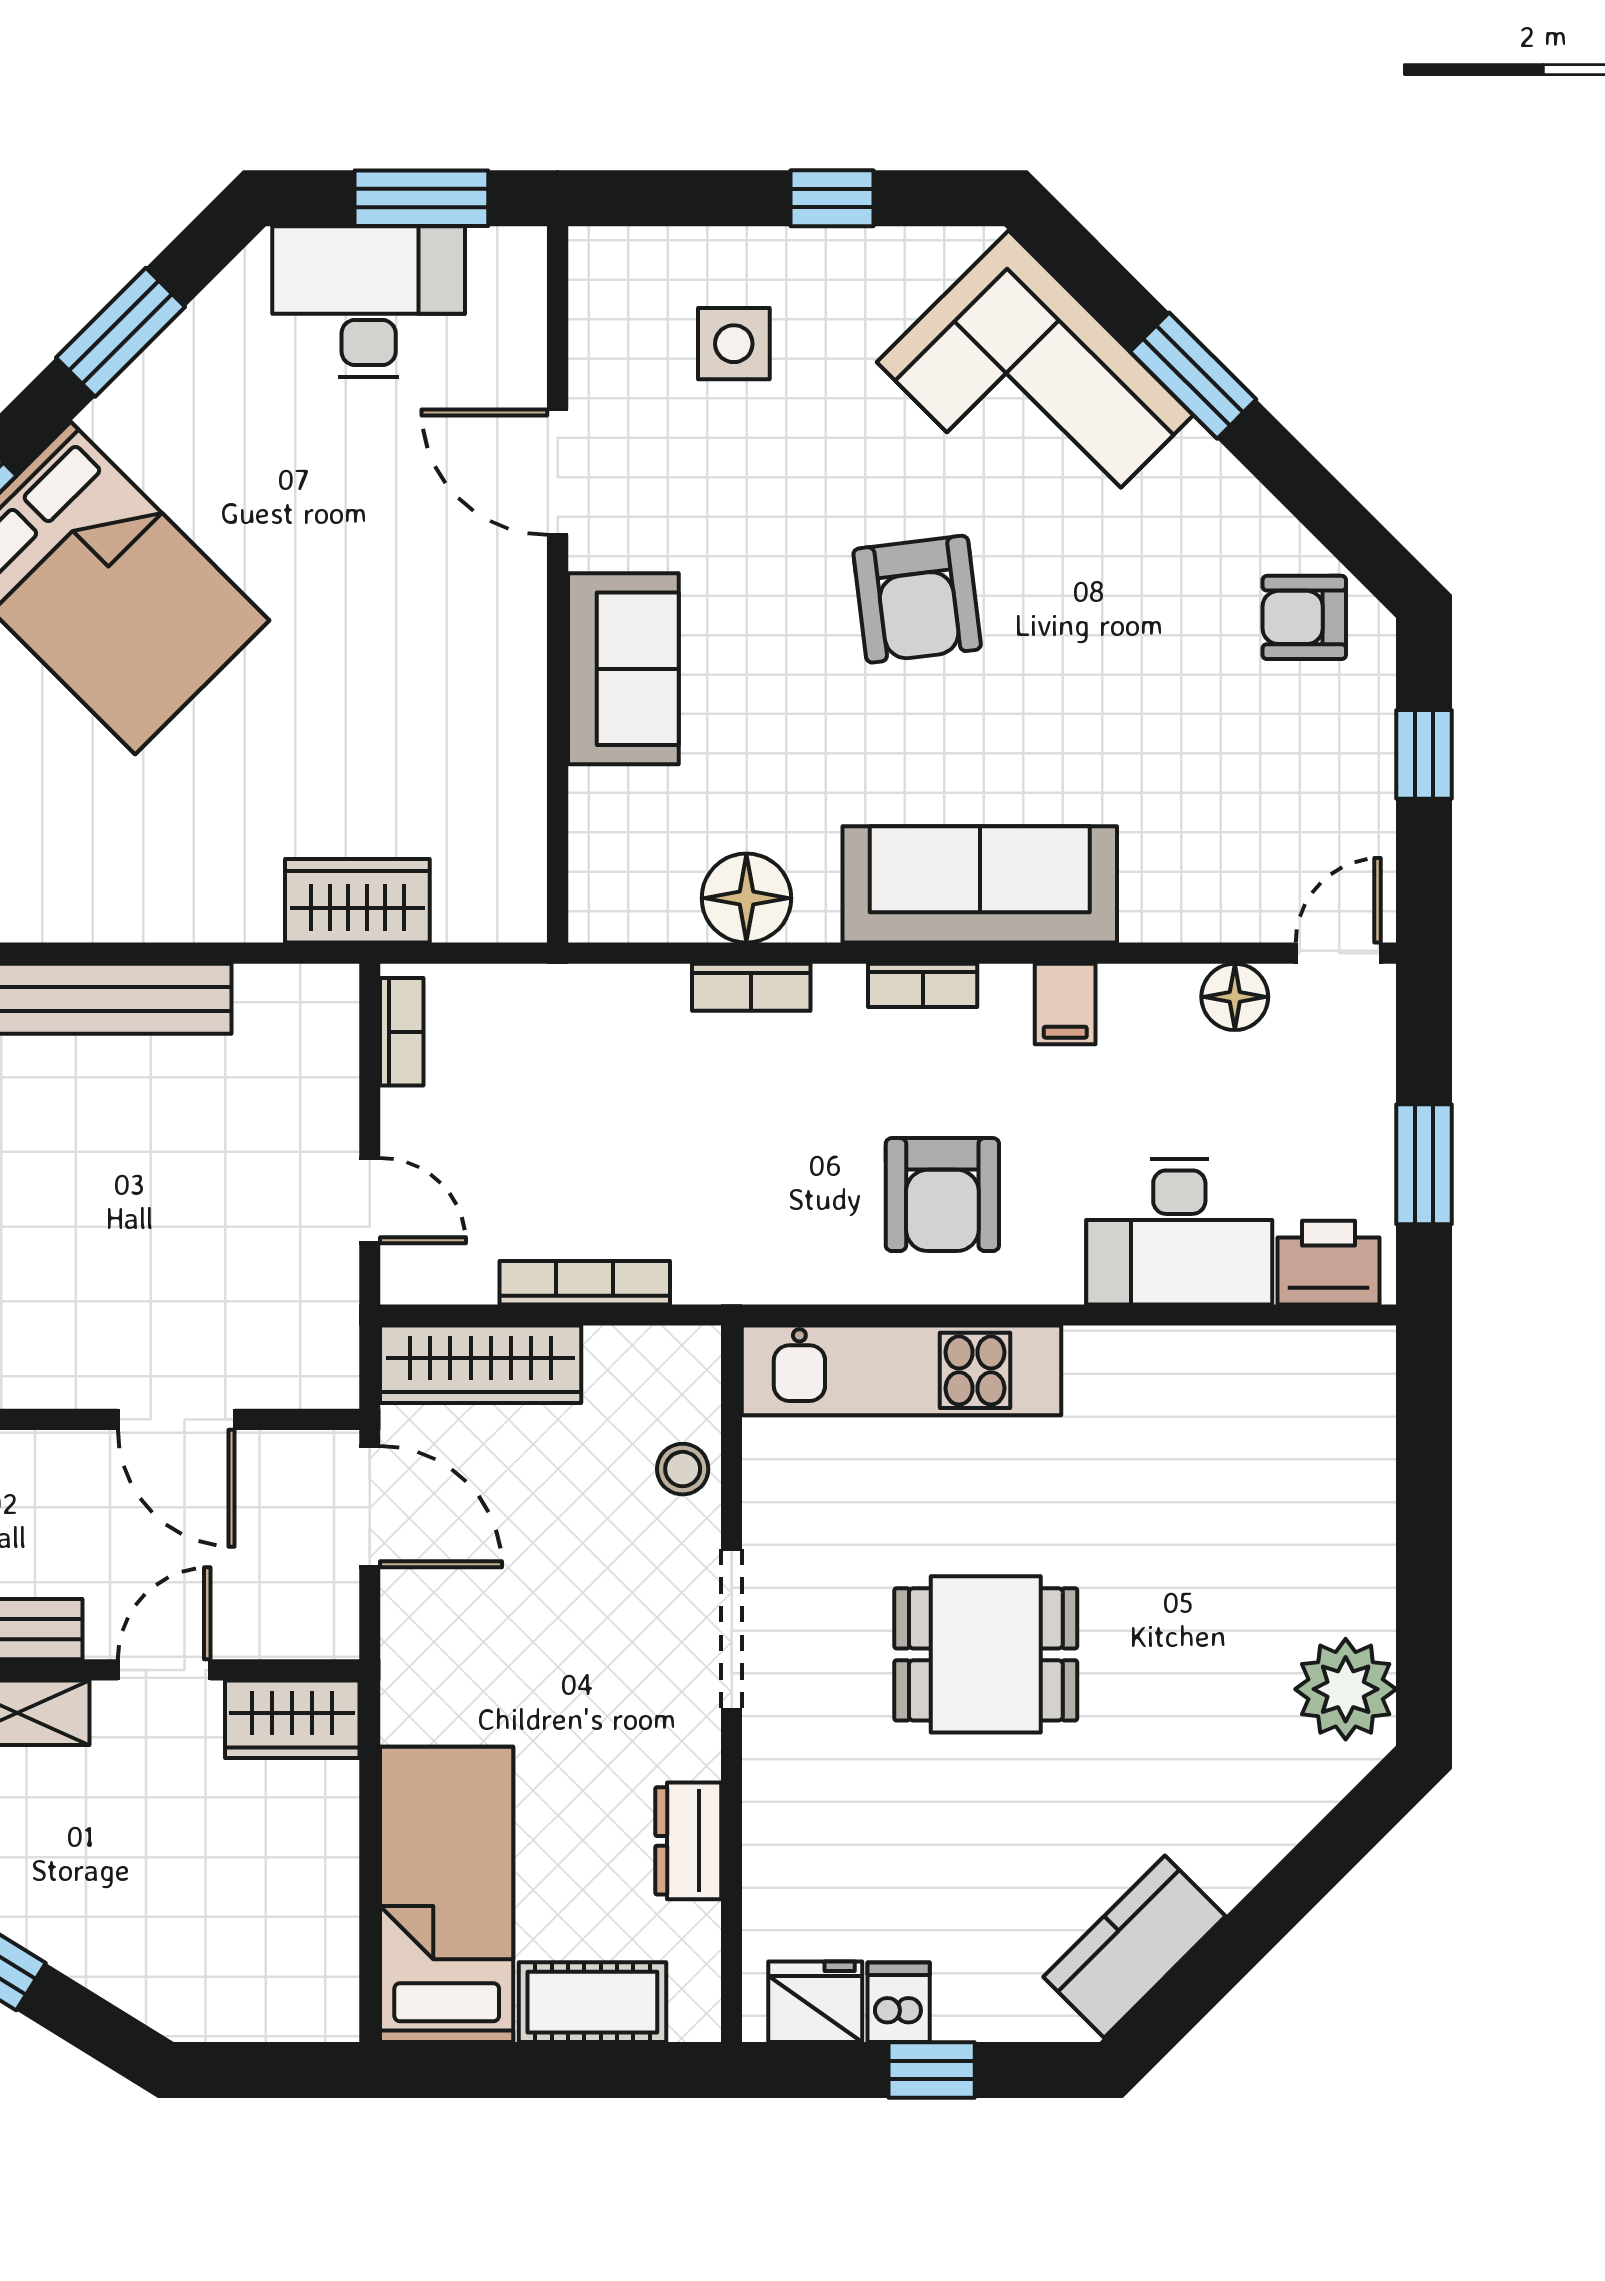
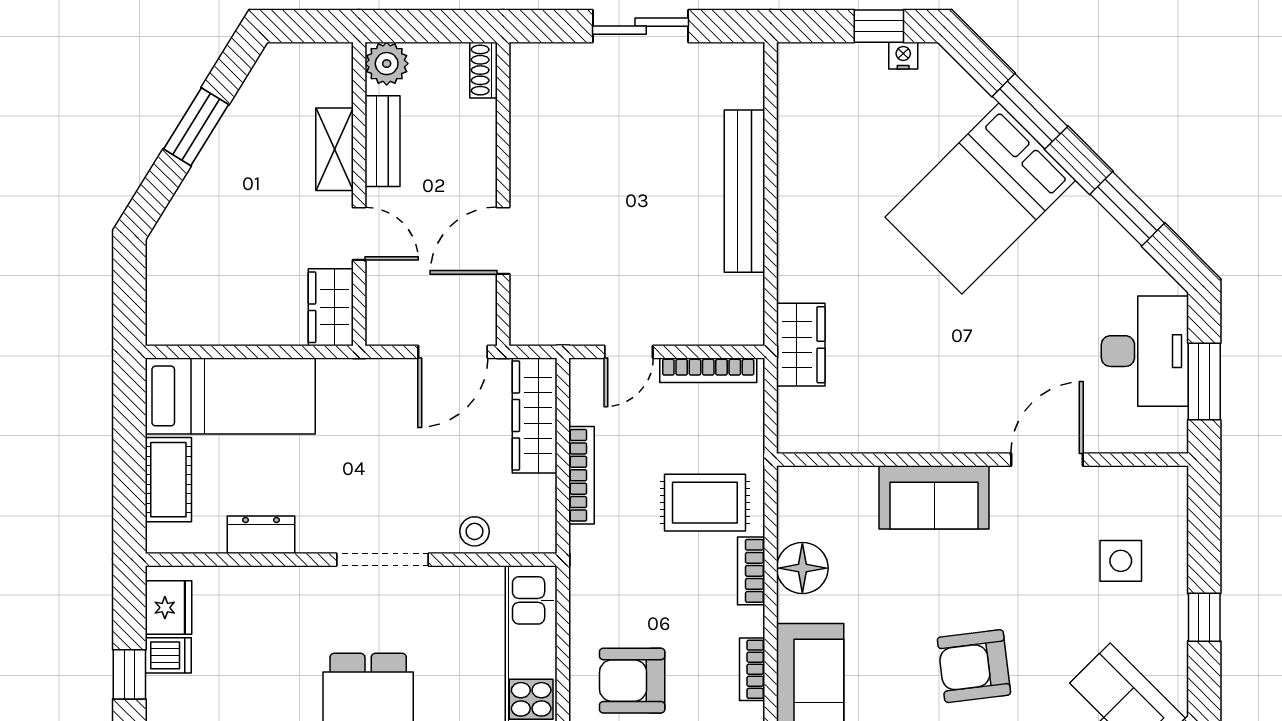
bookcase: (402, 1032) -> (708, 370), width x1.56
rug: (632, 1068) -> (705, 503), added

